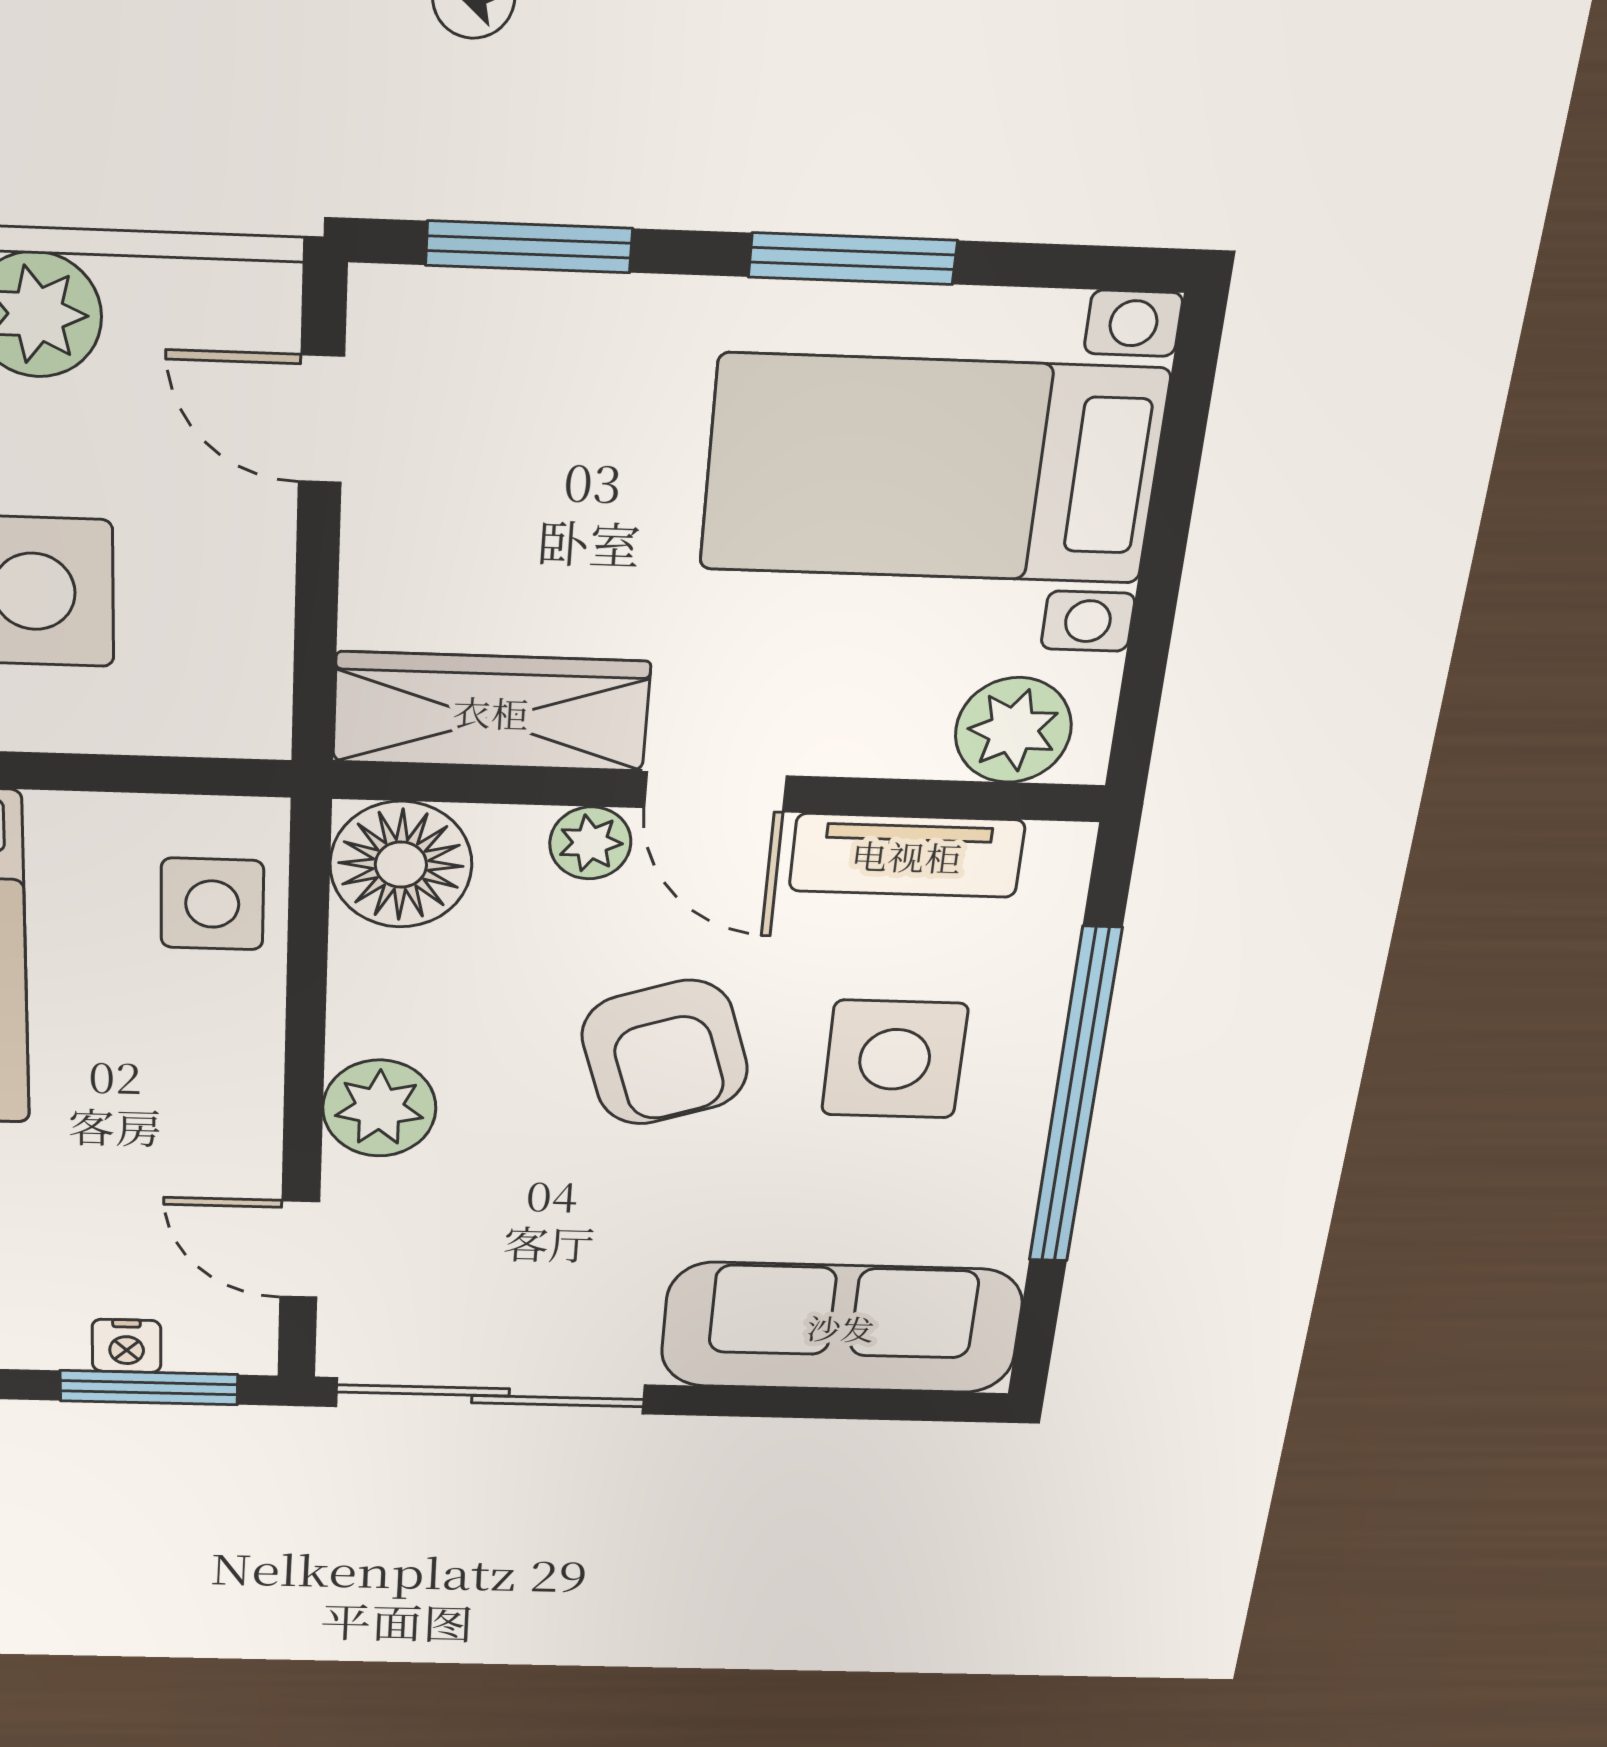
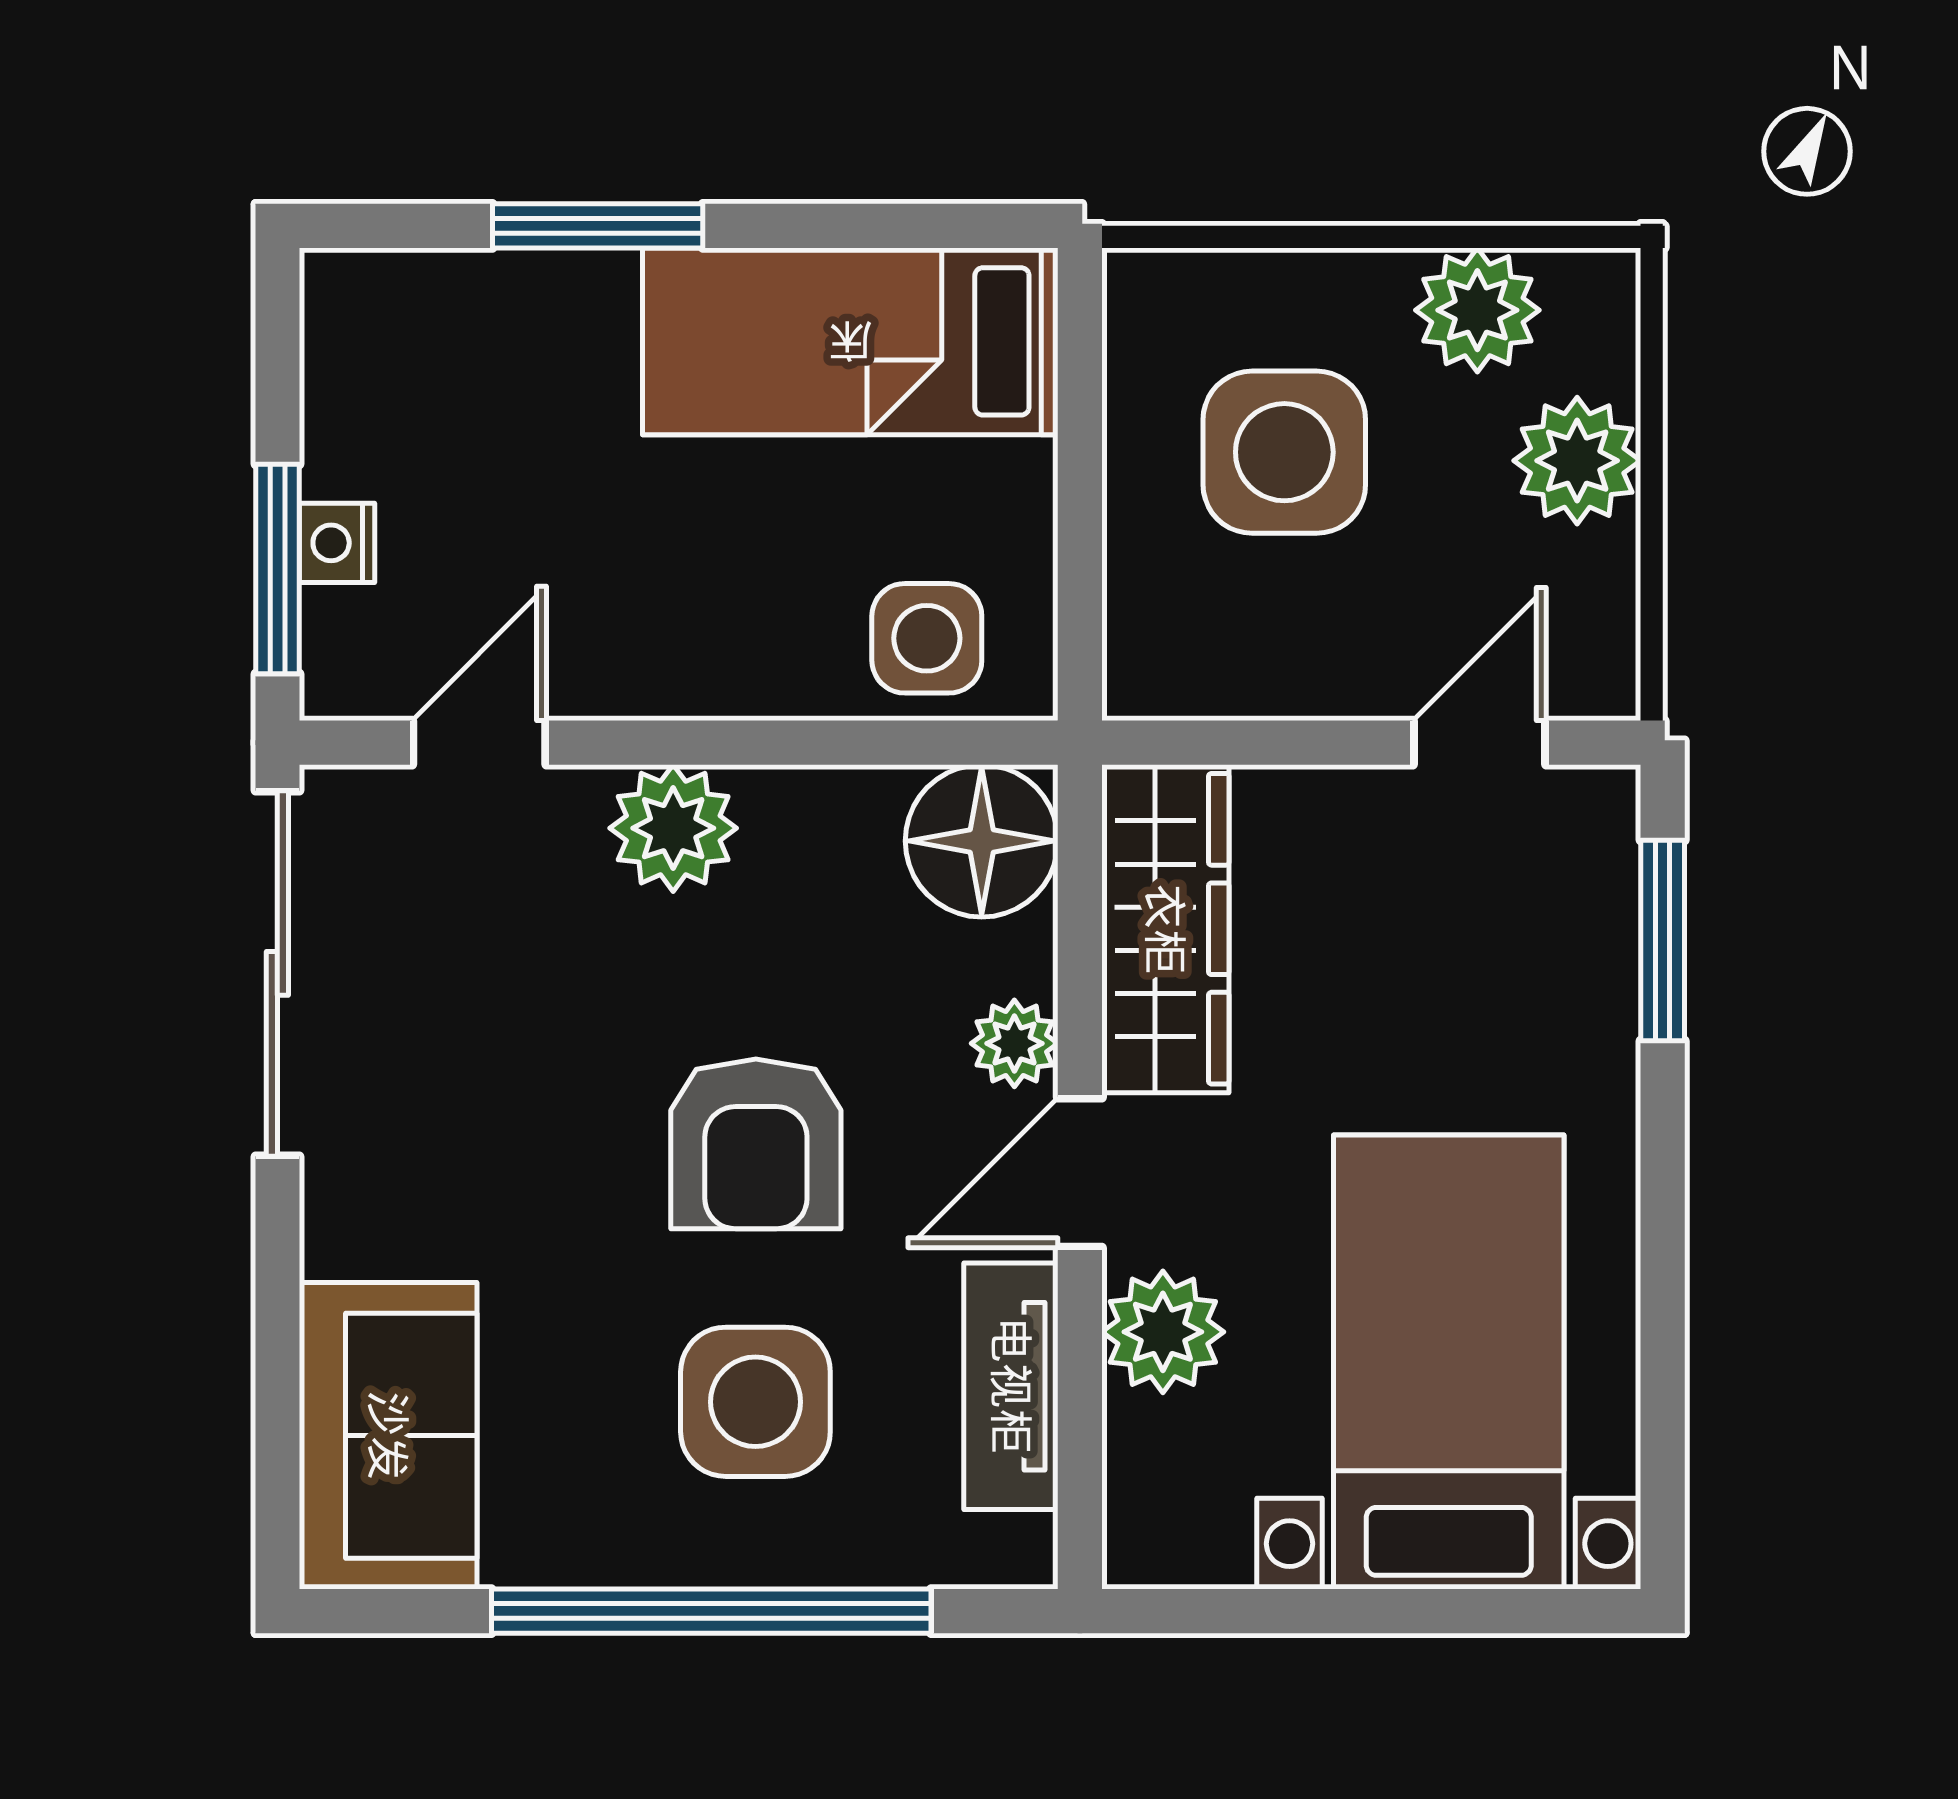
window: (853, 259) -> (1663, 1258), removed
plant: (1013, 730) -> (1163, 1332), moved
armchair: (665, 1053) -> (756, 1144), turned -72
sofa: (841, 1328) -> (388, 1436), width x0.73

